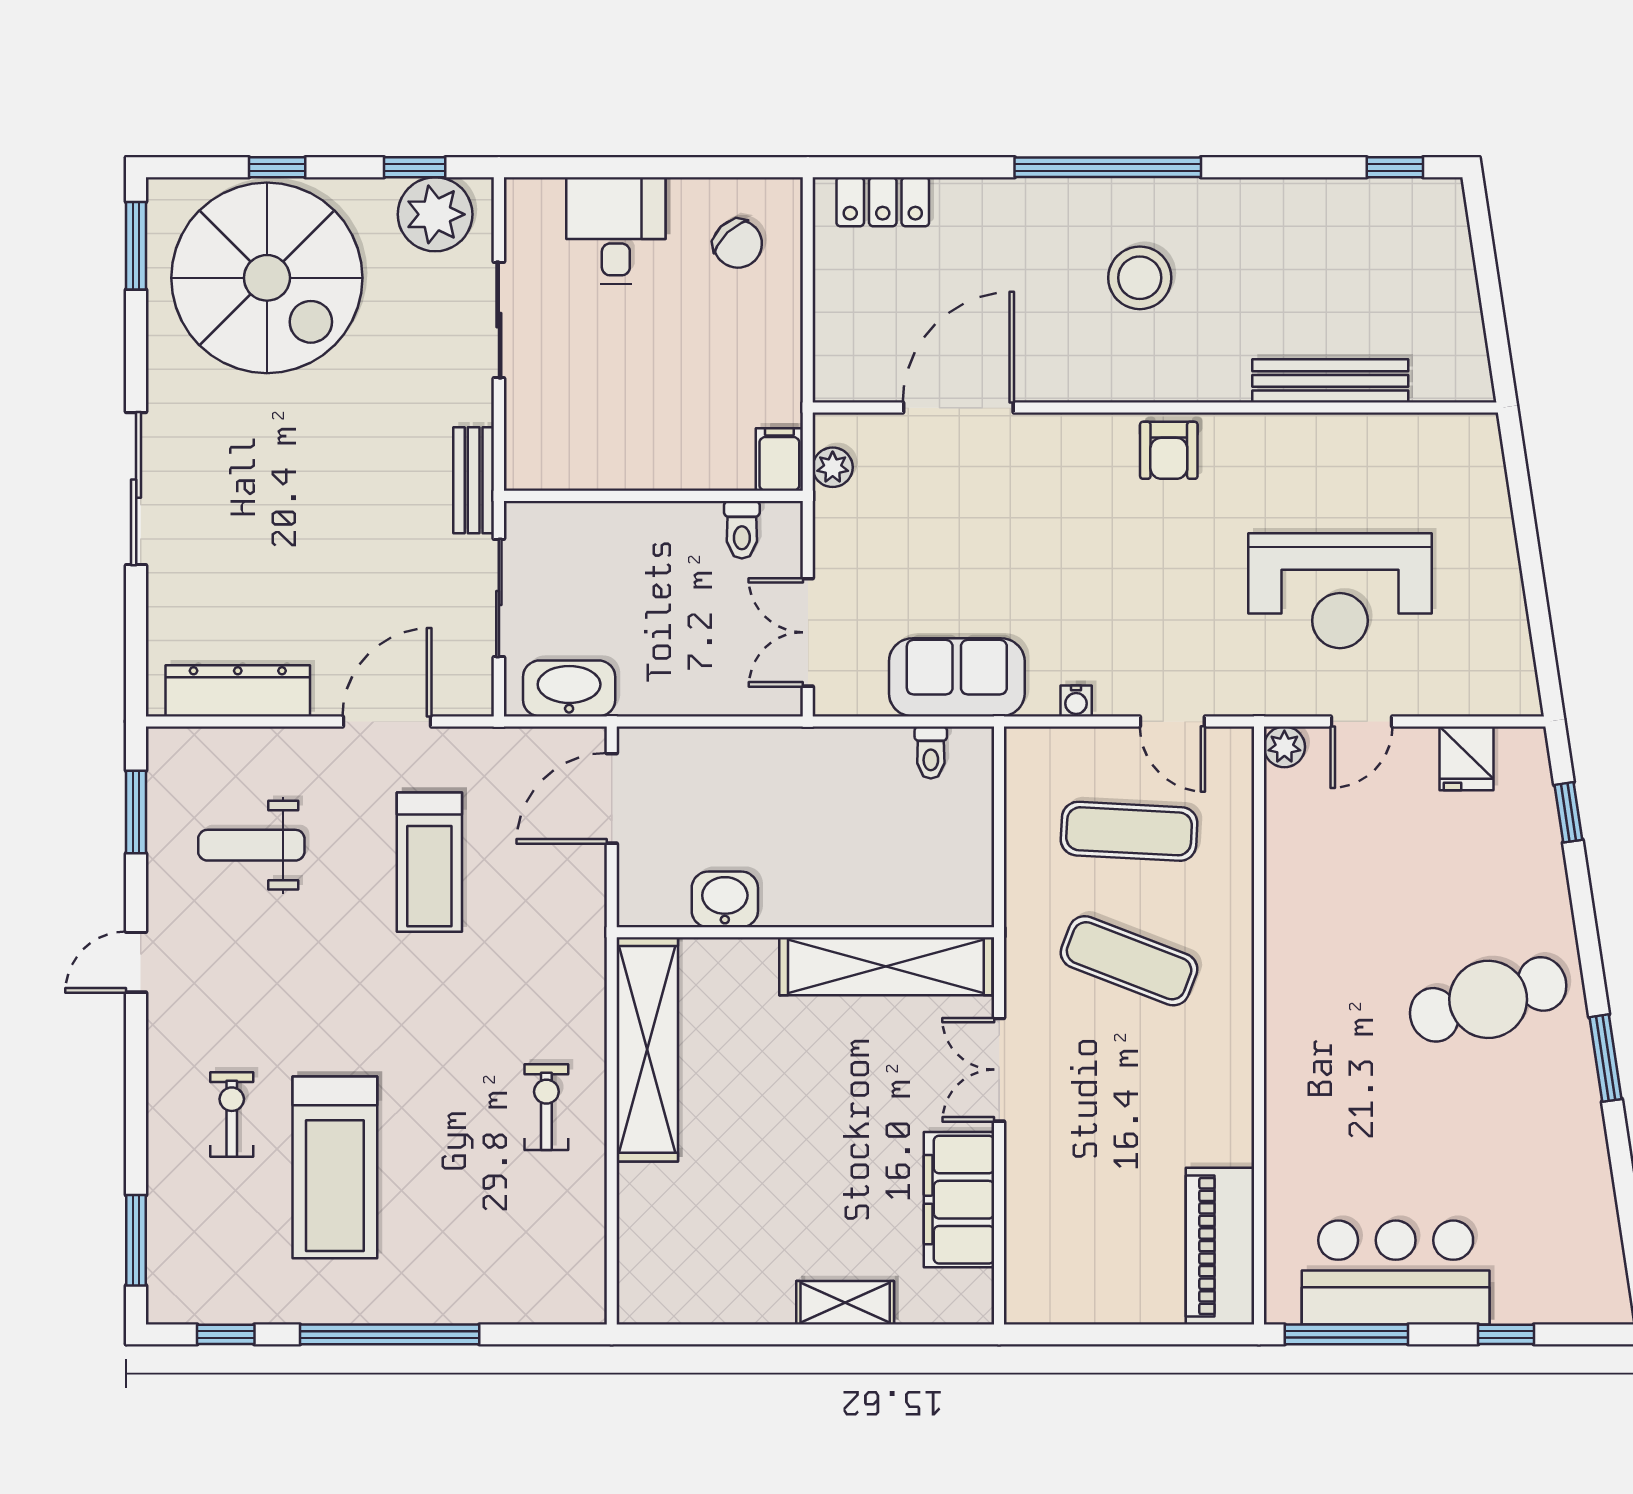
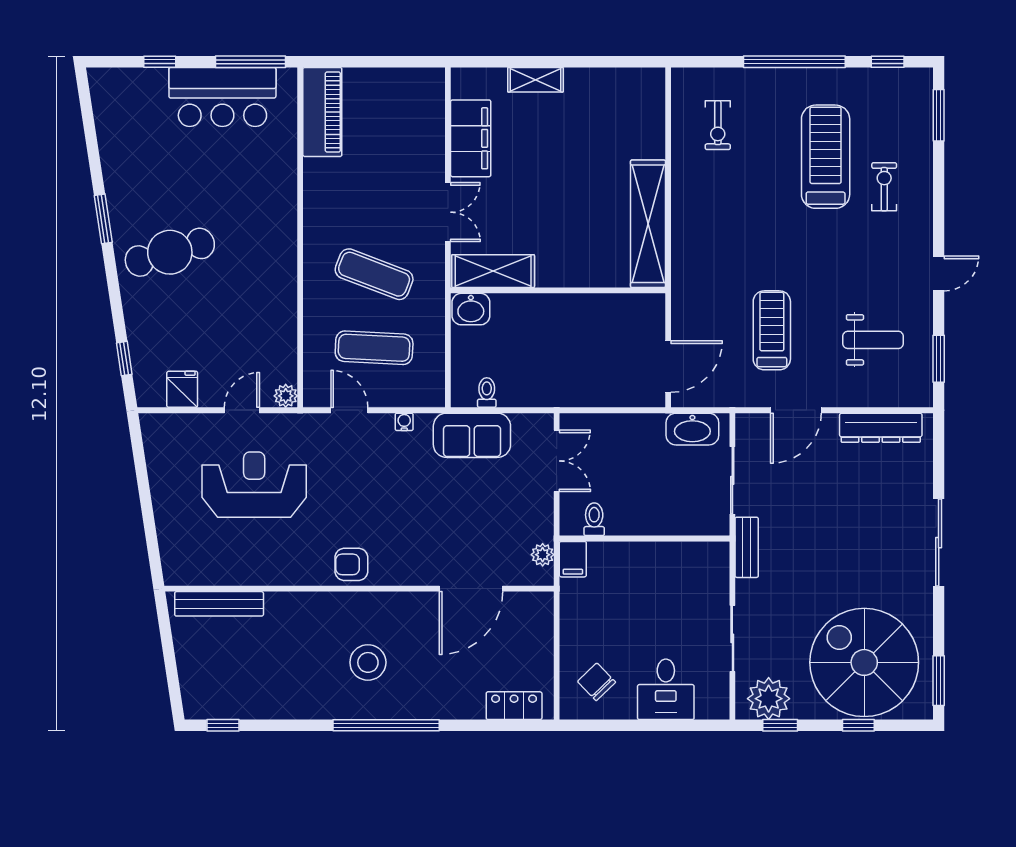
bench: (1330, 381) -> (219, 604), moved
armchair: (1169, 450) -> (351, 564), turned -90
washbasin: (725, 899) -> (471, 309), moved
shelving: (886, 966) -> (493, 271), width x0.68
exercise bike: (546, 1107) -> (718, 125), moved
exercise bike: (232, 1115) -> (884, 187), turned 180

